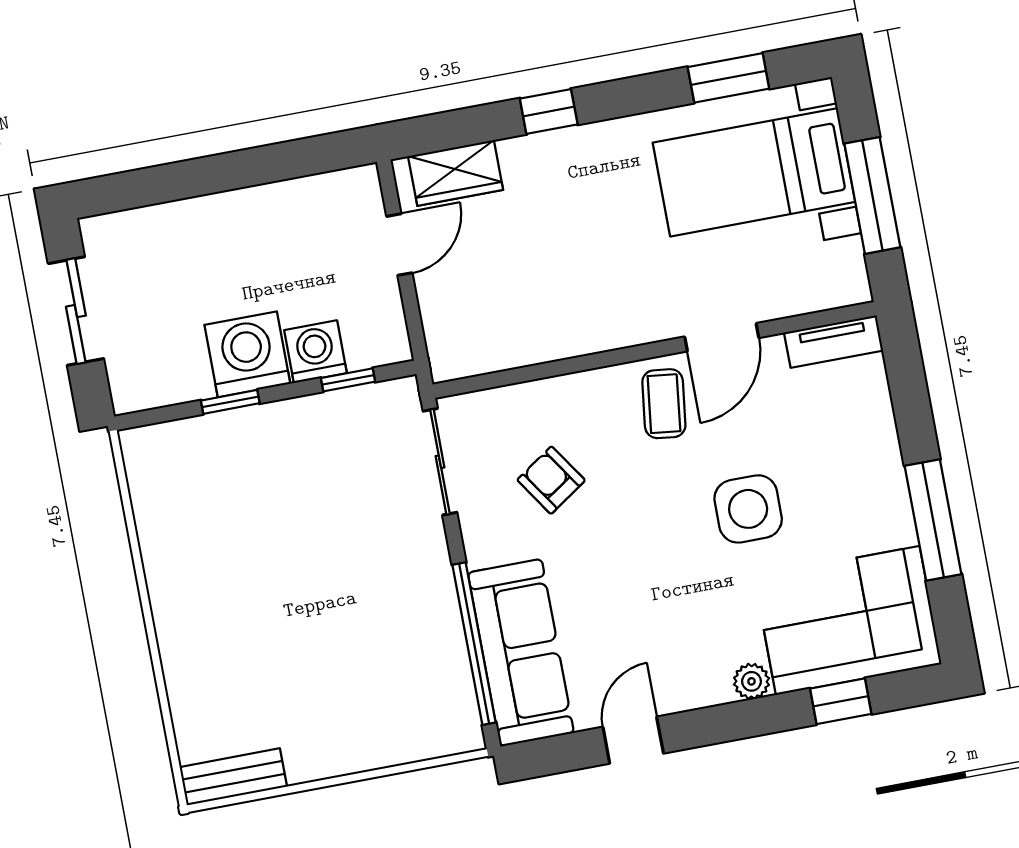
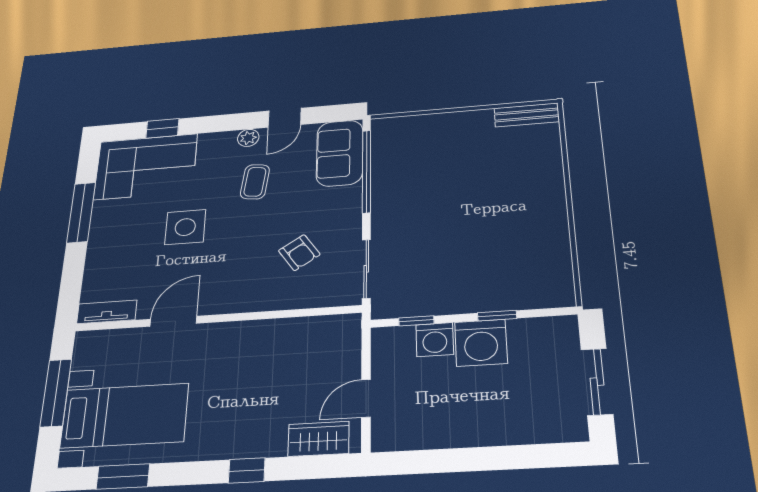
coffee table: (664, 404) -> (255, 182), moved
sofa: (521, 653) -> (340, 153), width x0.73
plant: (751, 681) -> (248, 138), moved

